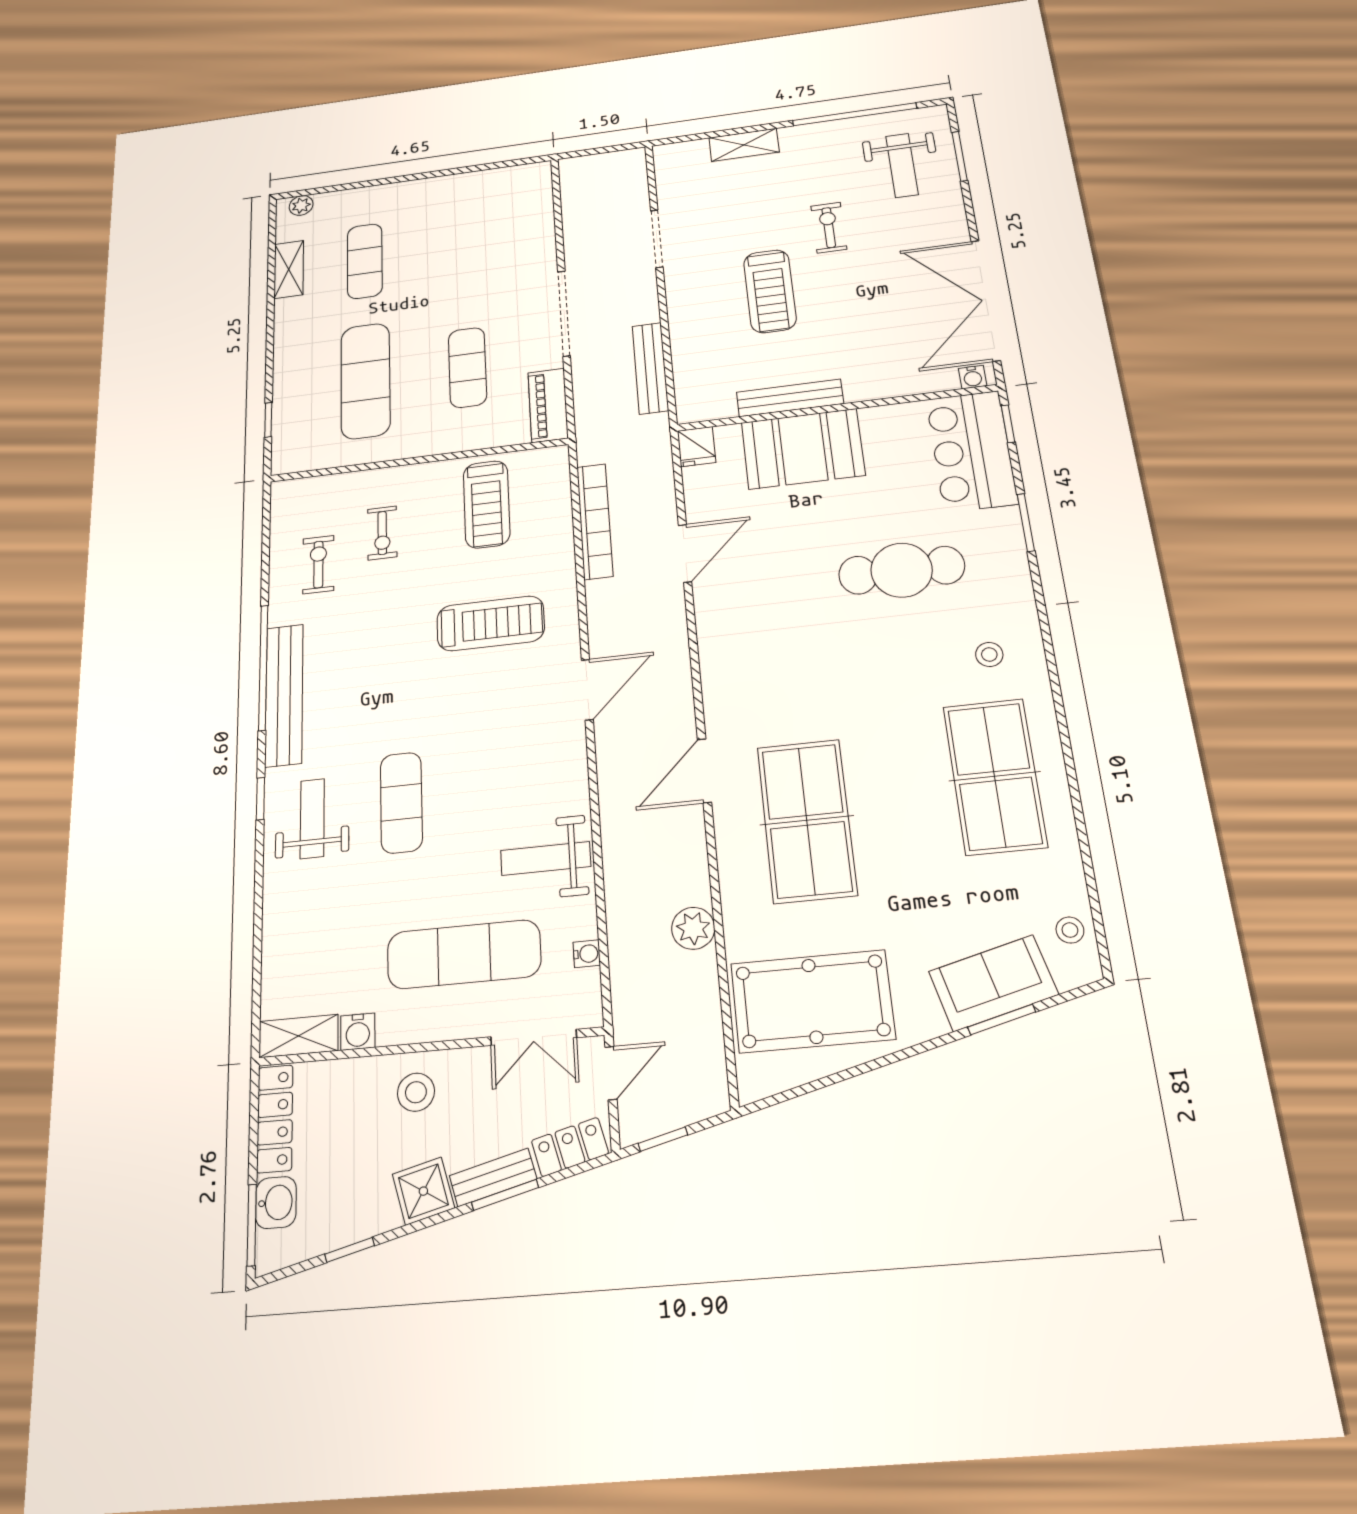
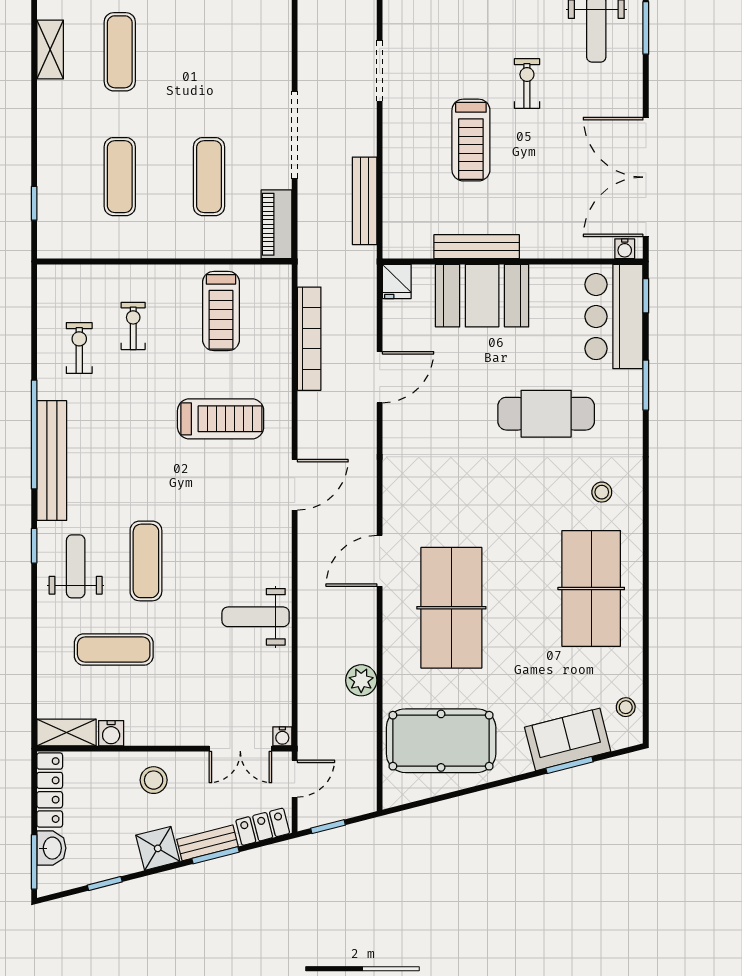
exercise mat: (365, 381) -> (120, 177), width x0.73, depth x0.69
exercise bike: (382, 533) -> (133, 326), turned 180
exercise mat: (464, 954) -> (114, 650), moved, width x0.73, depth x0.69
water cooler: (587, 954) -> (282, 736), moved, turned 90

